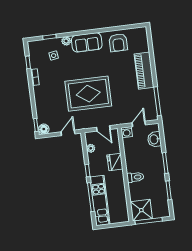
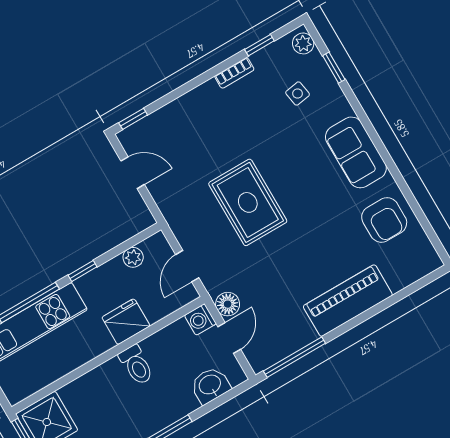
plant: (66, 41) -> (303, 43), moved
armchair: (118, 43) -> (384, 220), turned -90
rug: (88, 94) -> (248, 202), width x0.73, depth x0.69
door: (139, 124) -> (229, 338), hinge flipped
floor lamp: (44, 129) -> (228, 304), moved
door: (68, 133) -> (133, 173), moved
toilet: (135, 177) -> (136, 365), moved

